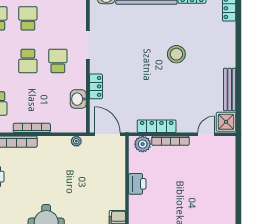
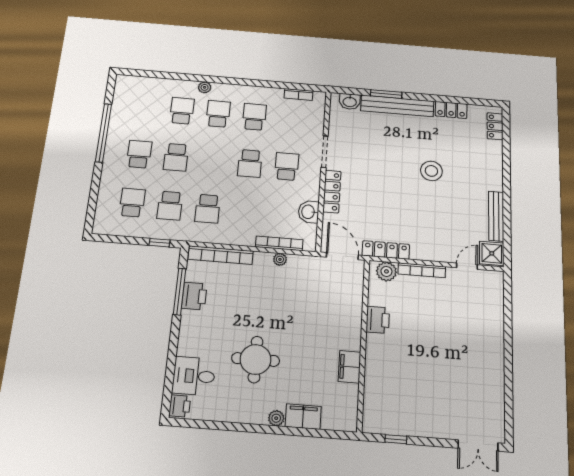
locker: (96, 86) -> (332, 192), width x1.53
locker: (157, 126) -> (386, 250), moved
bookcase: (32, 128) -> (279, 243), moved
plant: (76, 141) -> (280, 259), moved

